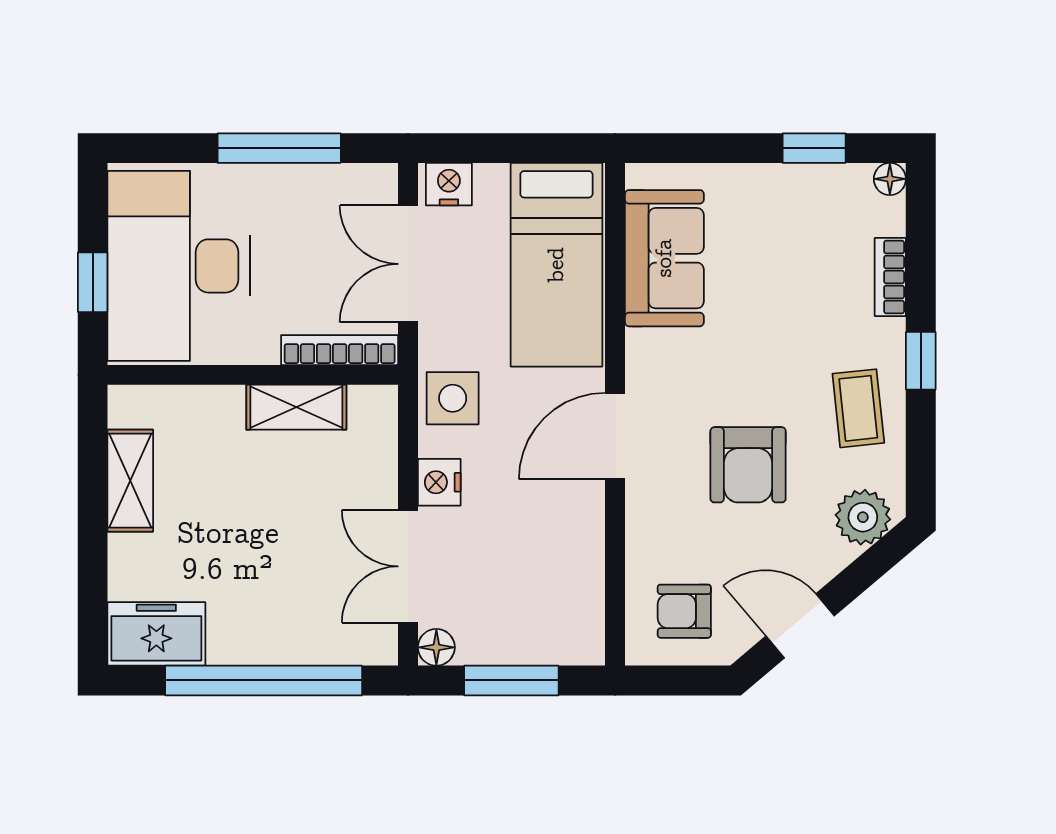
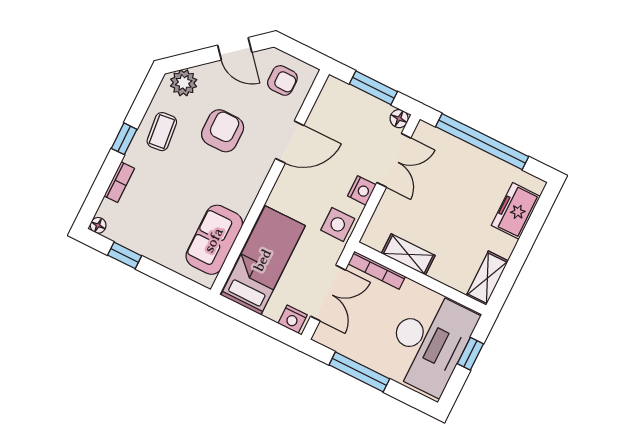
door: (615, 436) -> (290, 142), moved
shelving: (130, 481) -> (487, 278), moved
freezer: (156, 634) -> (516, 211), moved, turned 90

